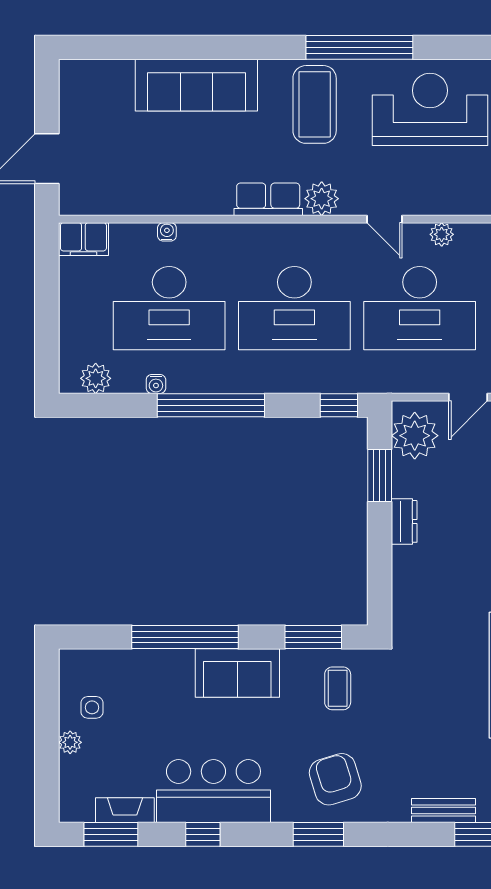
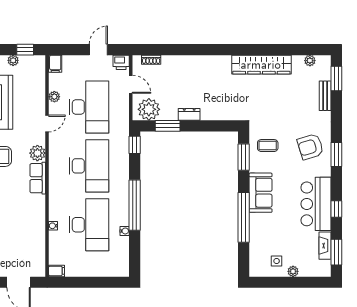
filing cabinet: (83, 239) -> (56, 271), width x0.50
plant: (96, 378) -> (122, 259), removed

